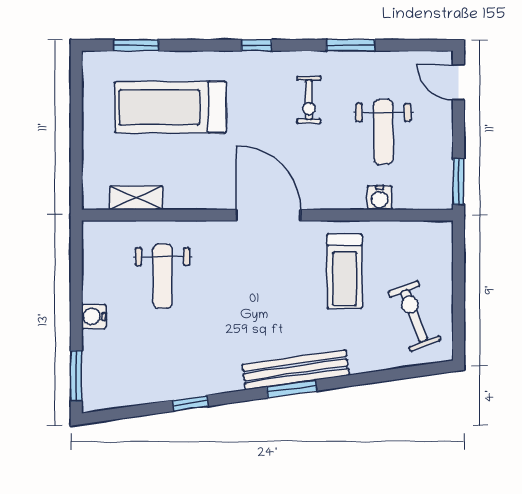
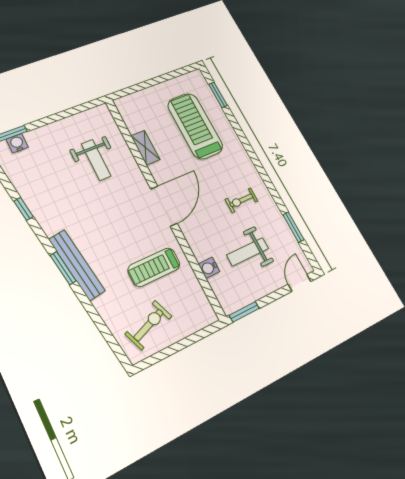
window: (257, 45) -> (254, 158), removed
window: (351, 45) -> (293, 227), moved
shelving: (136, 198) -> (145, 148), moved
weight bench: (163, 276) -> (96, 160), turned -90
water cooler: (94, 317) -> (17, 143), moved

